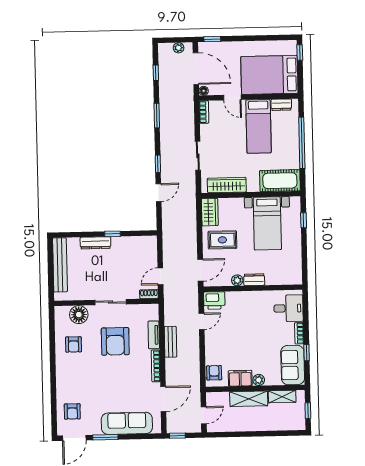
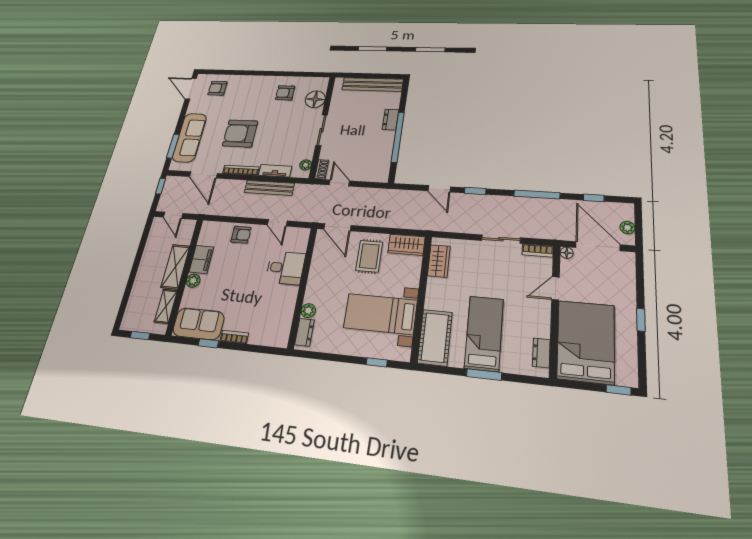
window: (212, 39) -> (641, 320), moved
door: (196, 69) -> (598, 246), swing flipped
window: (157, 116) -> (537, 195), width x1.44
bed: (259, 126) -> (484, 333), moved, turned 90
window: (302, 143) -> (484, 375), width x0.47
sliding door: (198, 156) -> (501, 239), moved
wardrobe: (227, 185) -> (439, 261), width x0.67
window: (112, 234) -> (398, 137), width x3.17
dresser: (96, 243) -> (391, 120), width x0.70
plant: (237, 280) -> (308, 311), moved
dresser: (254, 280) -> (305, 332), moved
printer: (214, 300) -> (298, 239), removed
desk: (288, 308) -> (285, 268), moved, turned -90
plant: (146, 309) -> (306, 165), added
armchair: (115, 341) -> (240, 133), moved
bench: (170, 342) -> (269, 188), width x1.36
armchair: (214, 373) -> (241, 235), moved
window: (105, 437) -> (173, 146), moved

